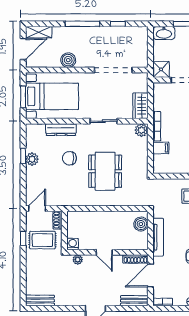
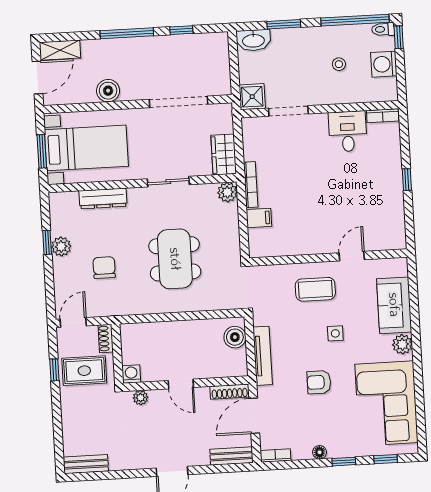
chair: (69, 158) -> (104, 268), moved, turned 90

